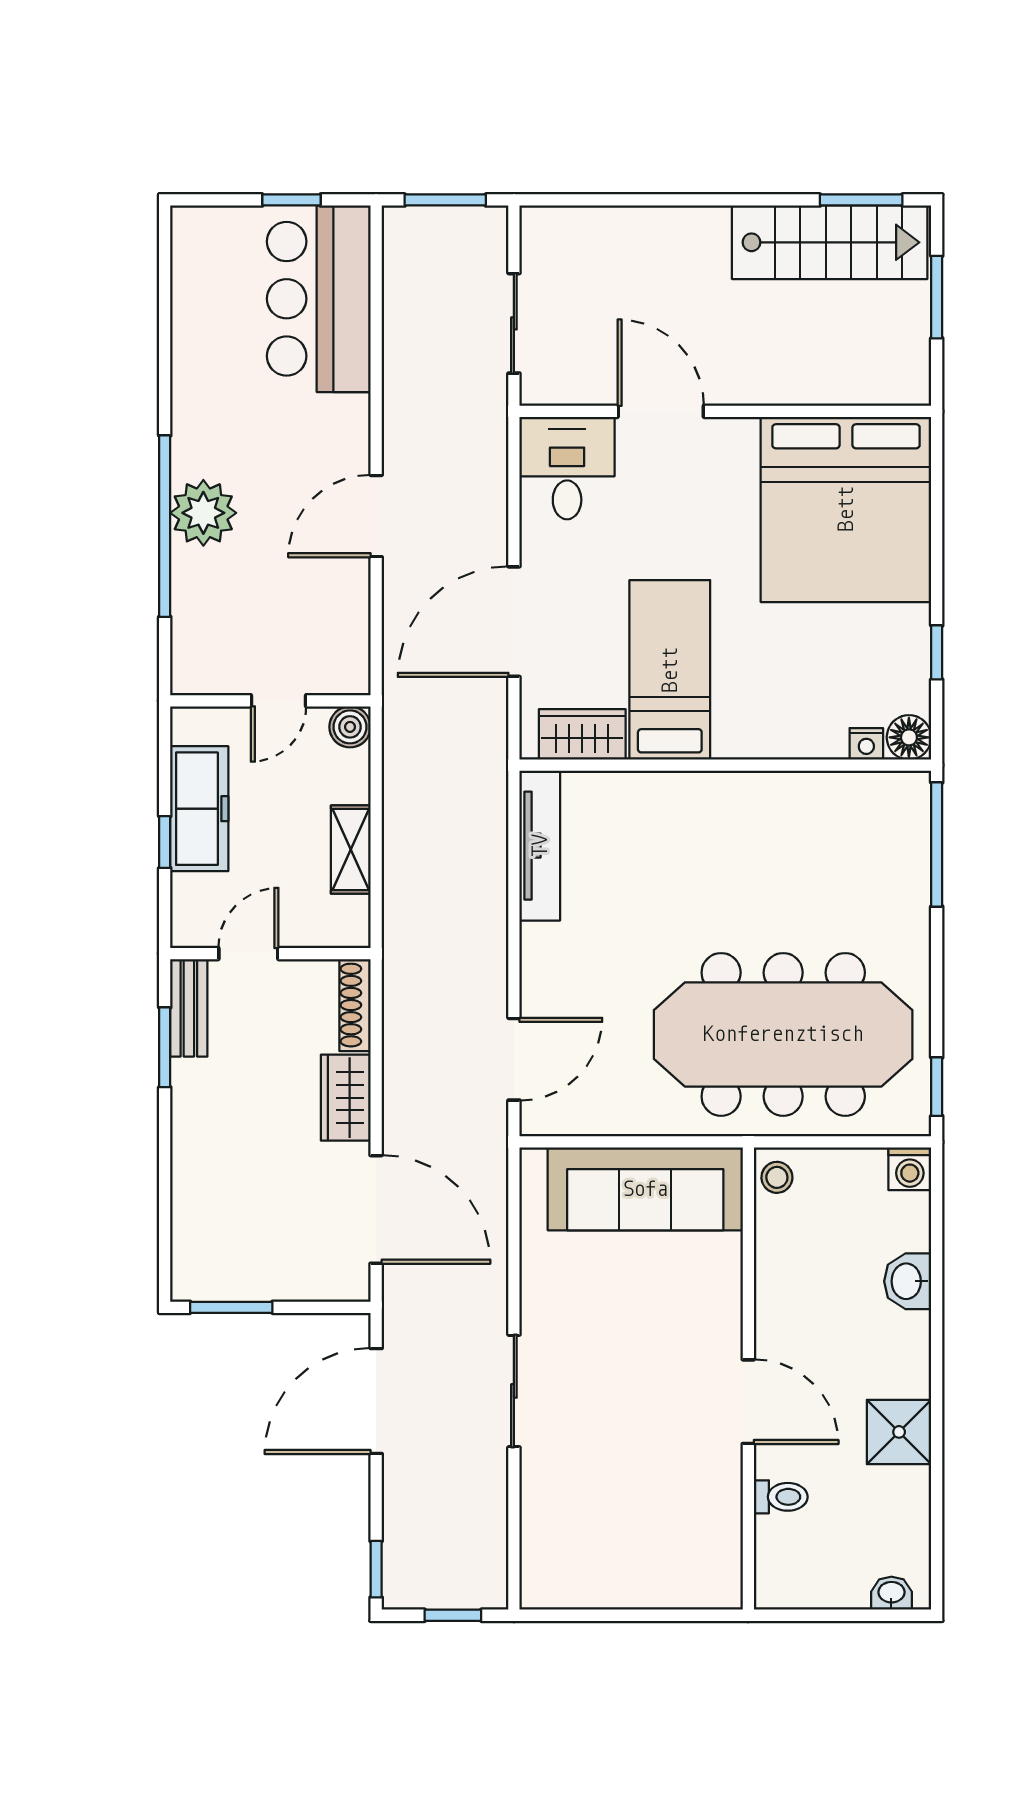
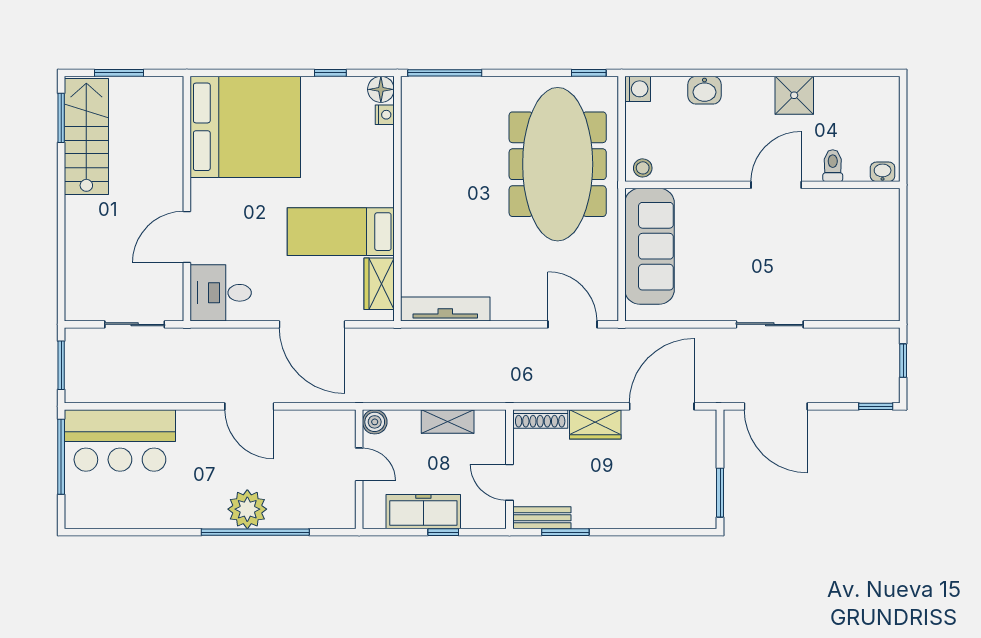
window: (291, 200) -> (61, 457), width x2.17
washbasin: (891, 1593) -> (883, 172), moved, turned 90

